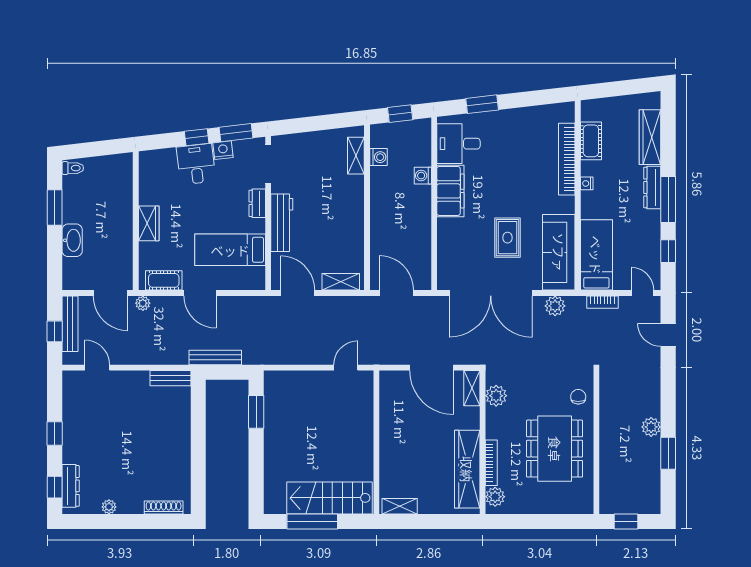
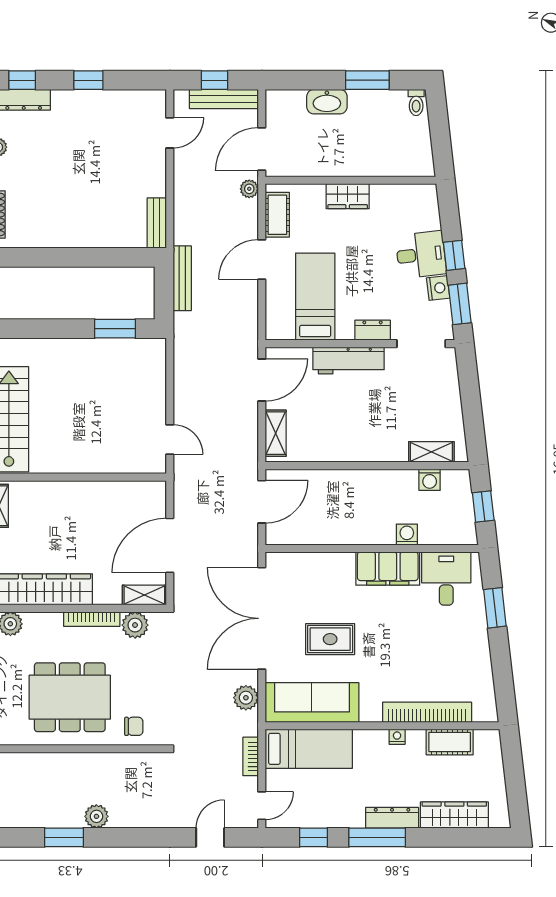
bookcase: (491, 463) -> (92, 619), moved

